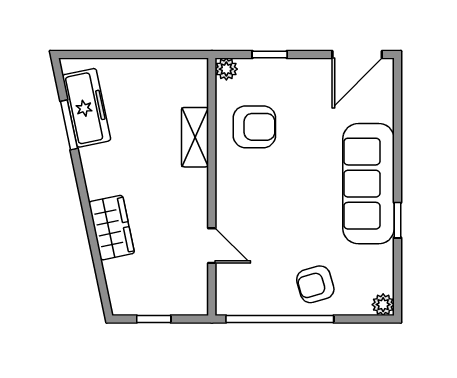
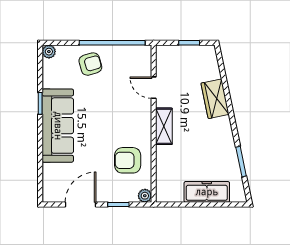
door: (357, 55) -> (80, 205), moved
freezer: (86, 108) -> (207, 192), moved, turned 102
shelving: (195, 137) -> (164, 126), moved

